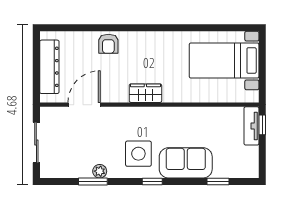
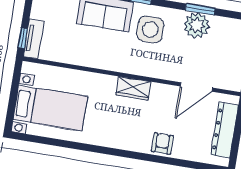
plant: (100, 171) -> (197, 25), width x1.87, depth x1.87

